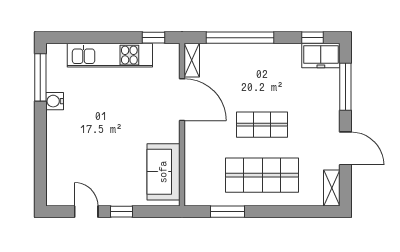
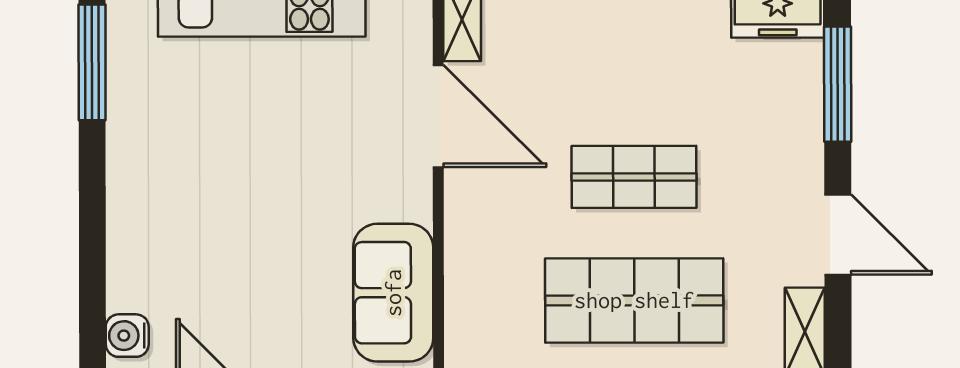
water cooler: (55, 101) -> (127, 336), moved

